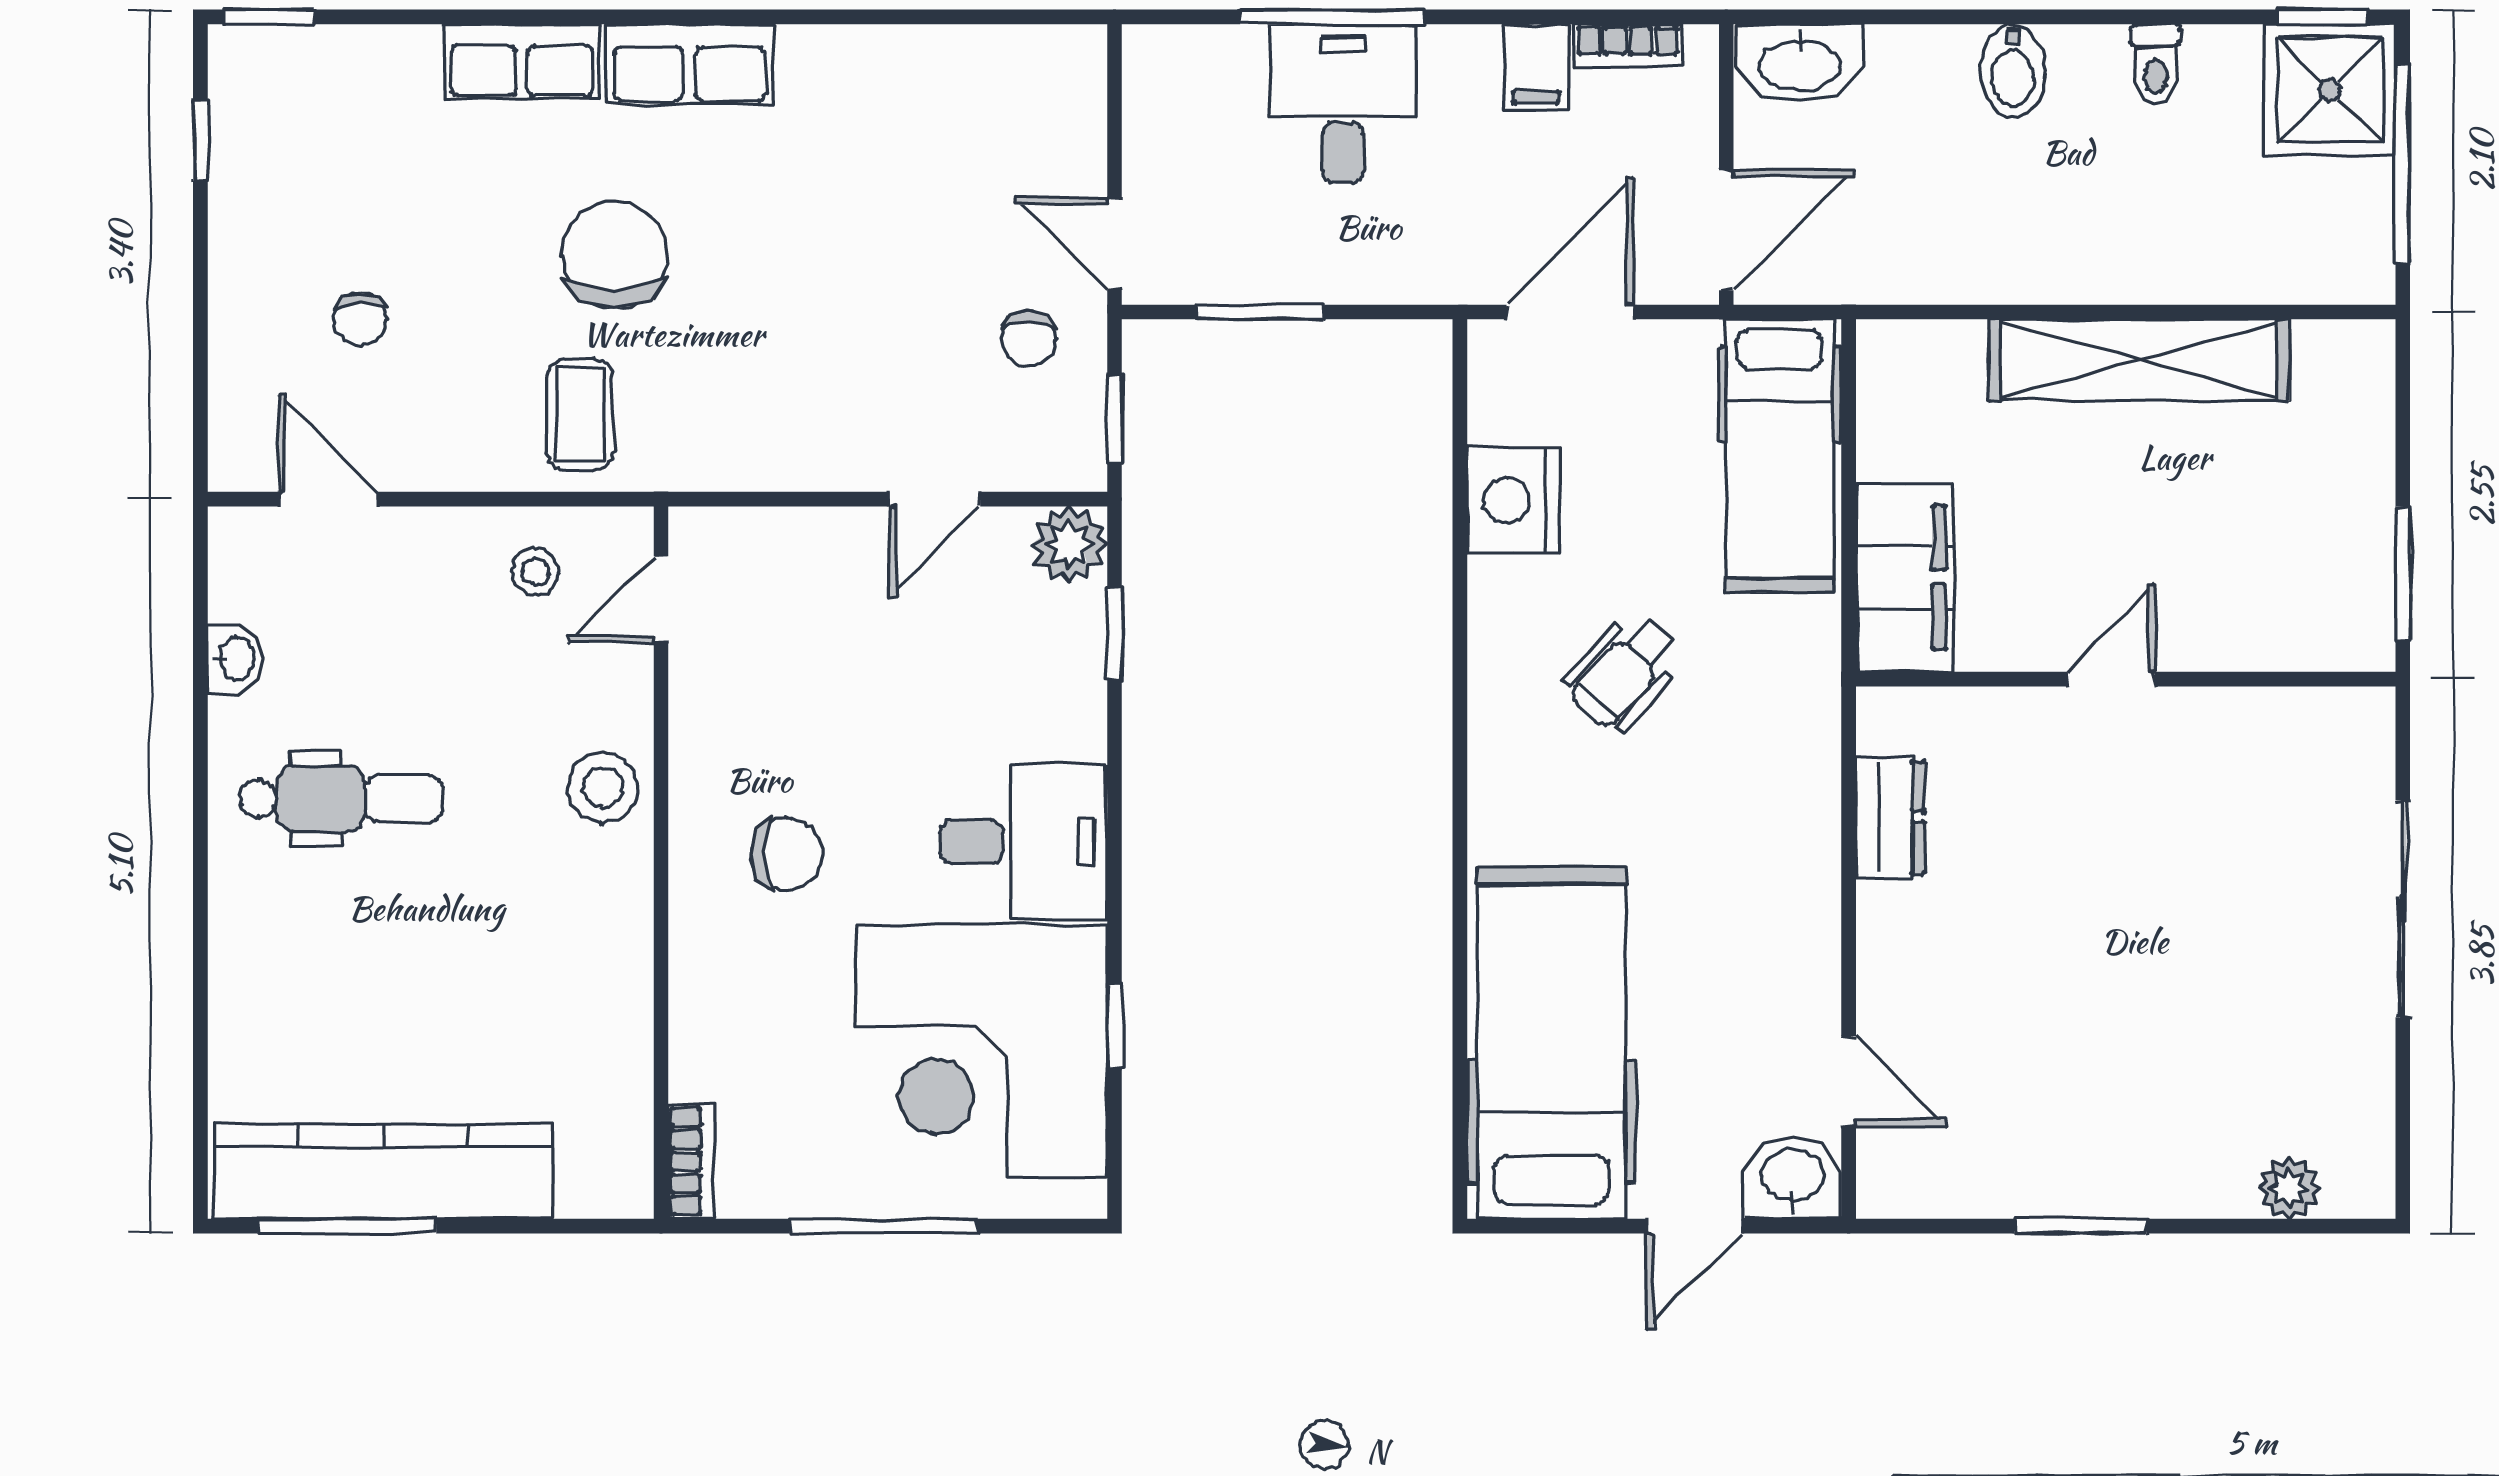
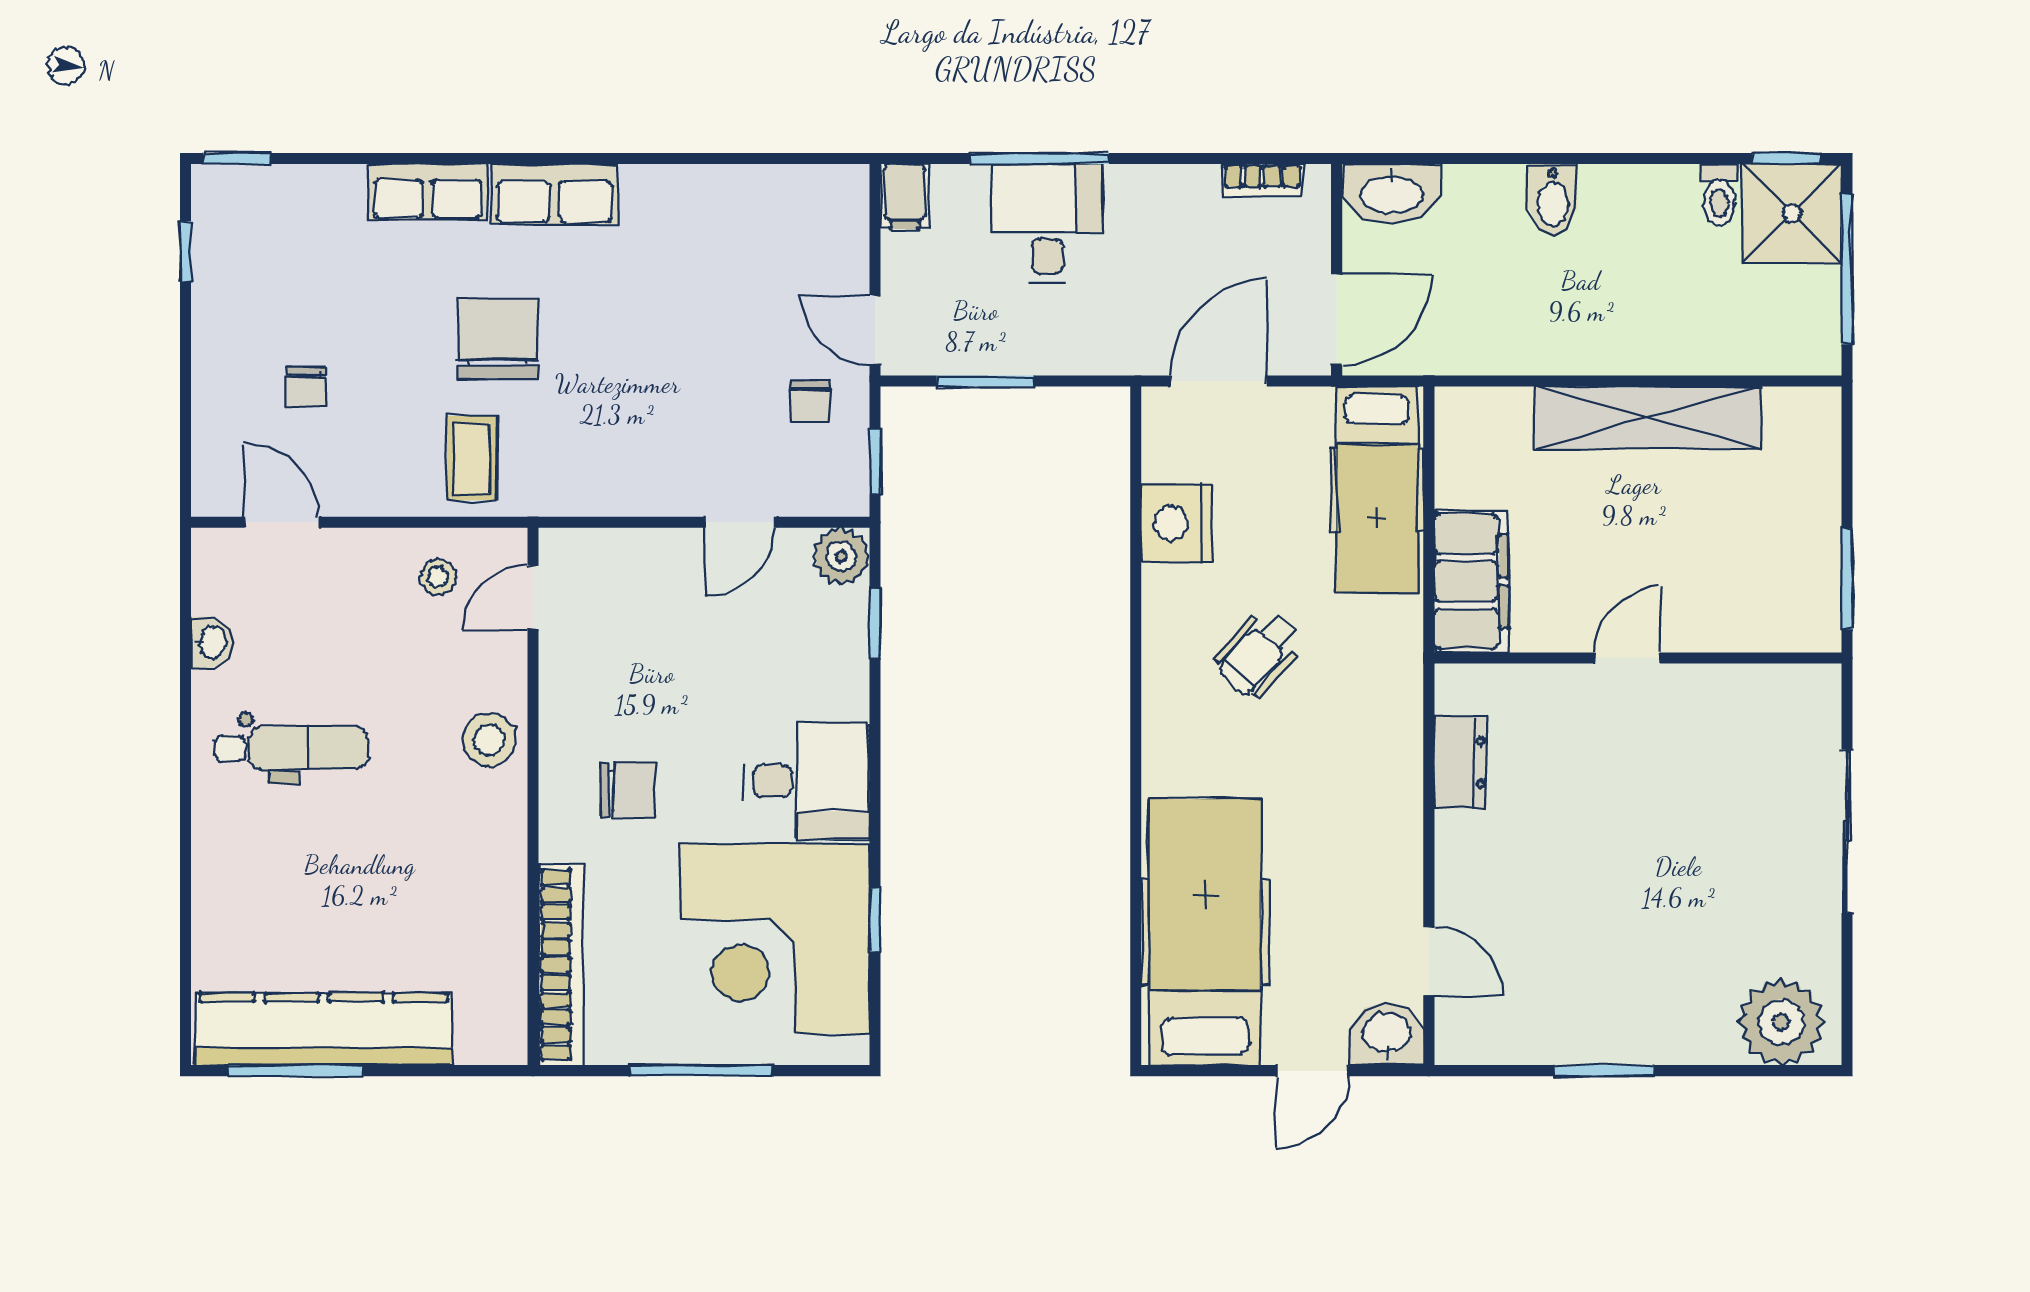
toilet: (2156, 65) -> (1719, 194), moved
filing cabinet: (1536, 67) -> (905, 196), moved
bookcase: (691, 1161) -> (561, 965), width x2.31, depth x1.31
plant: (2289, 1188) -> (1781, 1022), width x1.88, depth x1.88

